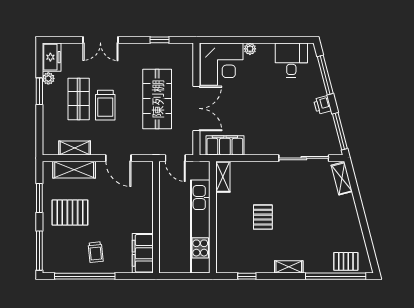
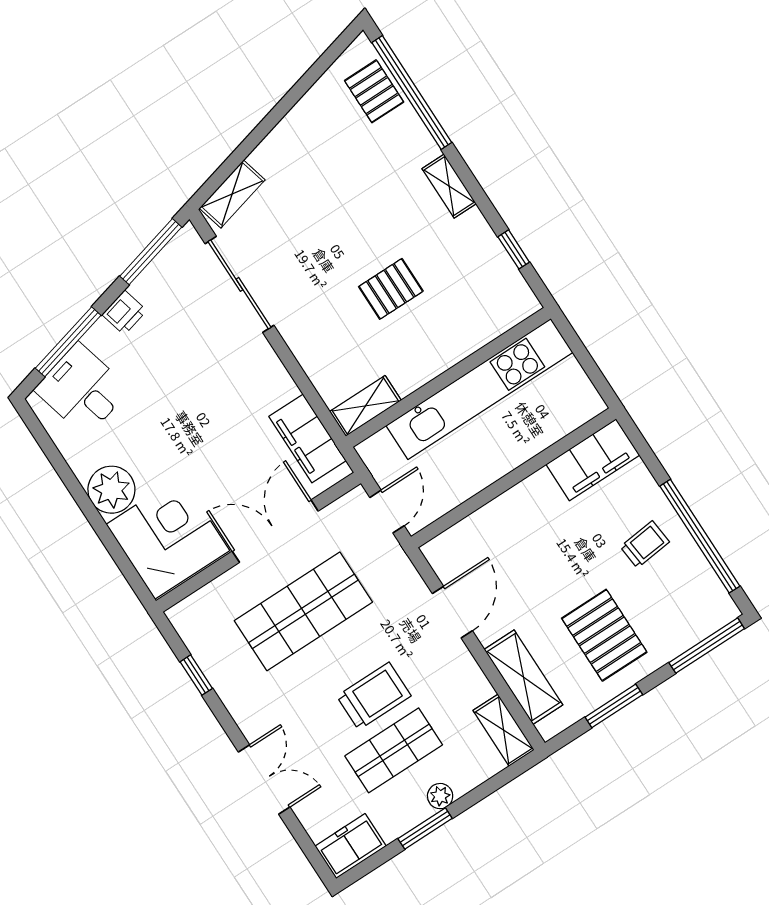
plant: (250, 49) -> (111, 490), width x1.88, depth x1.88
desk: (291, 60) -> (82, 390), moved, turned 75
plant: (48, 78) -> (440, 796), moved
shelving: (75, 148) -> (504, 730), moved

